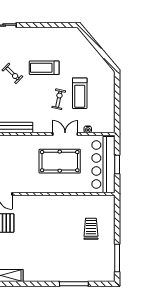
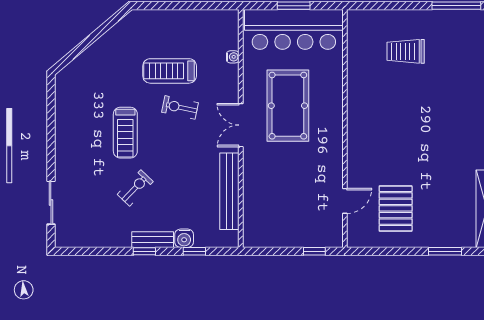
treadmill: (80, 93) -> (170, 71), turned 180
double door: (65, 134) -> (241, 125), moved

